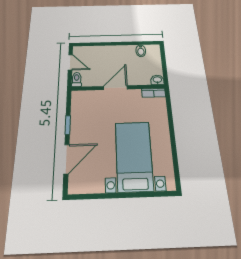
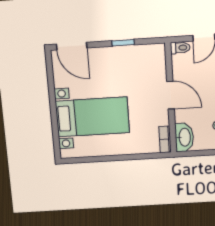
washbasin: (157, 80) -> (184, 137), width x1.91, depth x1.45
door: (66, 159) -> (72, 46), moved

